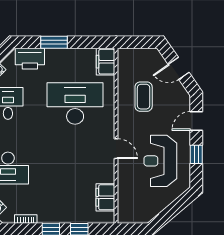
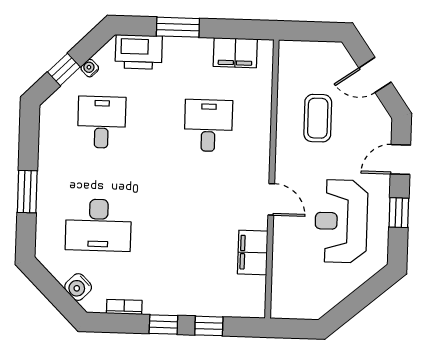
filing cabinet: (105, 62) -> (235, 53), moved, turned -90
desk: (75, 103) -> (208, 126), width x0.53, depth x0.77
filing cabinet: (105, 197) -> (253, 252), moved

